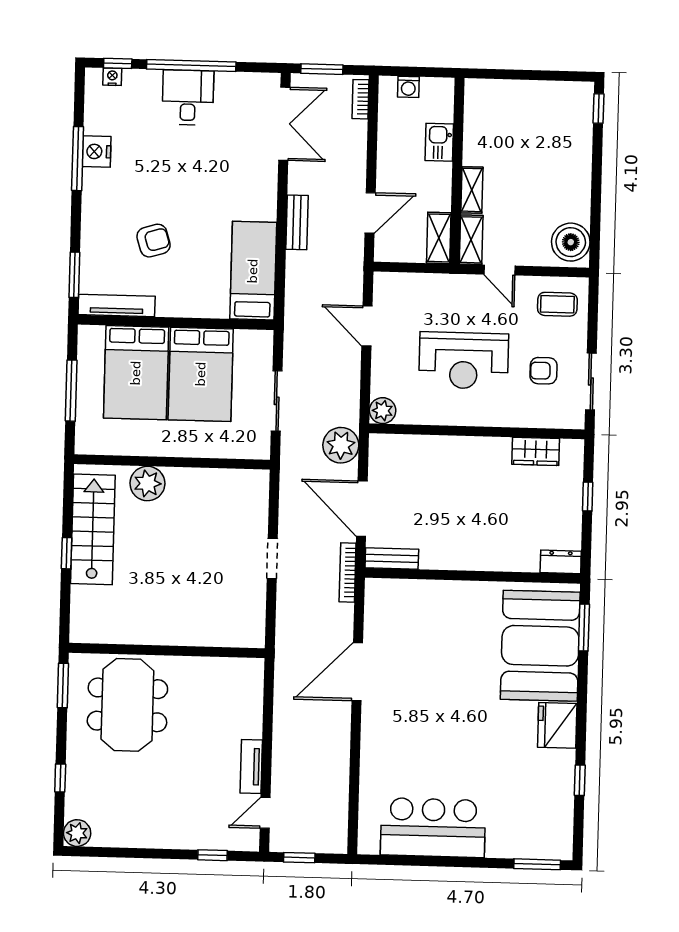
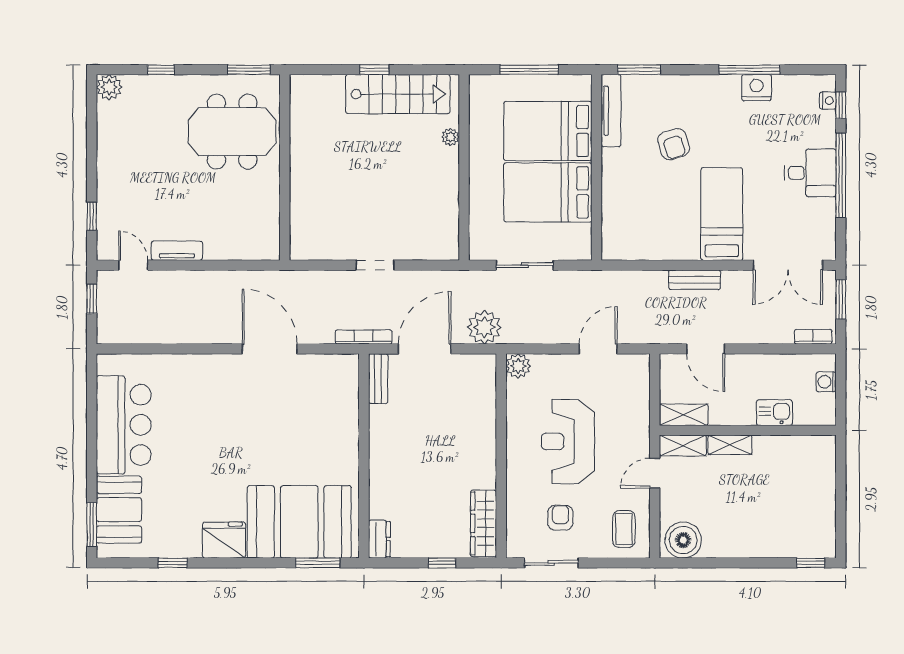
bed: (253, 271) -> (722, 214), moved, turned -90
wardrobe: (536, 451) -> (484, 523), width x1.50
plant: (147, 483) -> (450, 137), width x0.53, depth x0.53
booth: (522, 835) -> (119, 510), added

